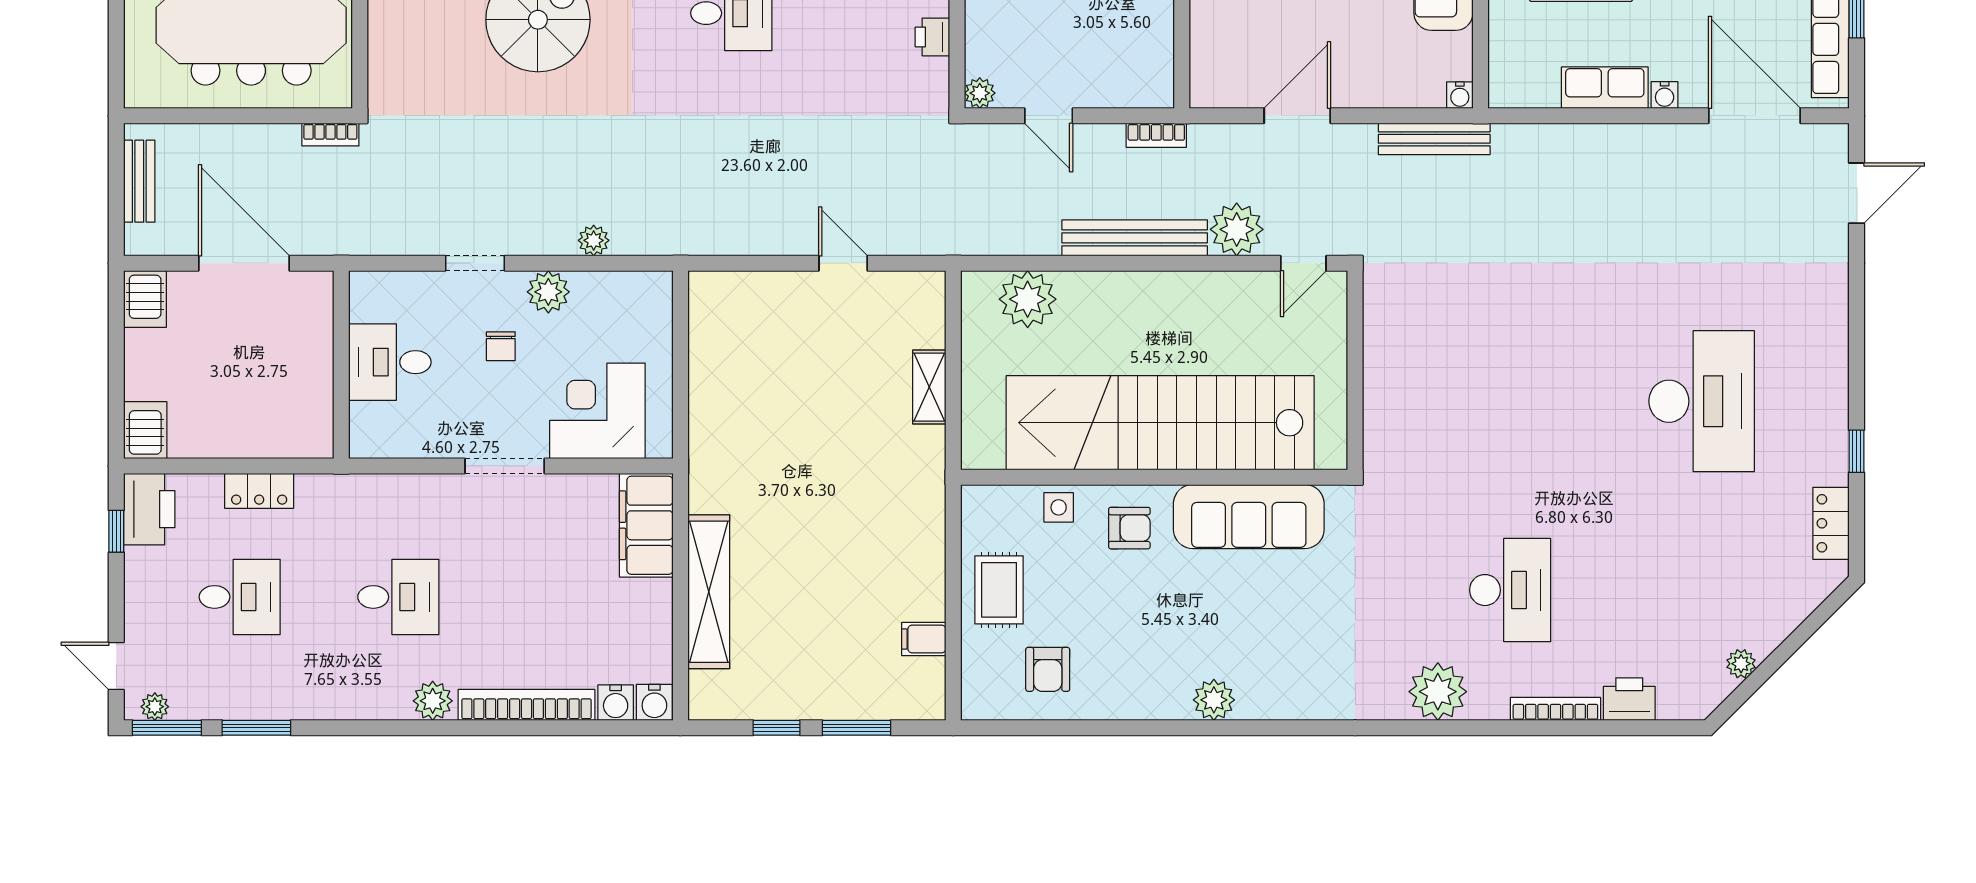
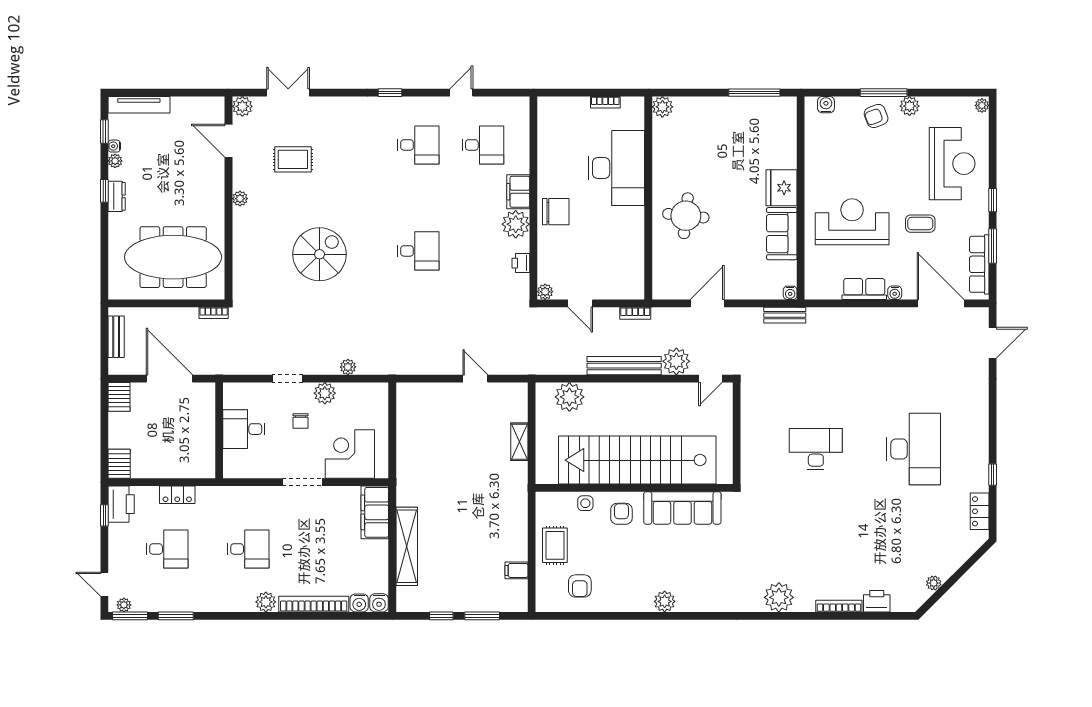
bench: (1434, 139) -> (785, 315), width x0.73
armchair: (1129, 528) -> (621, 514), turned -90
desk: (1510, 590) -> (816, 449), moved, turned -90

